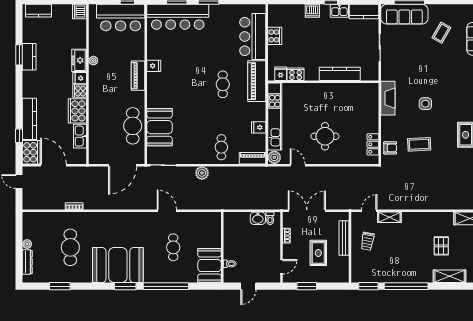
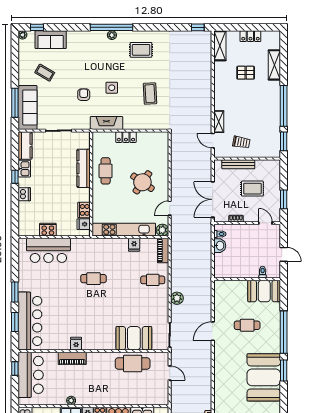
piano: (138, 76) -> (72, 358), moved
piano: (257, 81) -> (90, 247), removed
cafe table: (337, 97) -> (106, 171), added
round table: (325, 136) -> (142, 182), turned 35
locker: (373, 144) -> (126, 137), moved
armchair: (390, 148) -> (84, 95), moved
door: (123, 165) -> (170, 373), width x0.53

